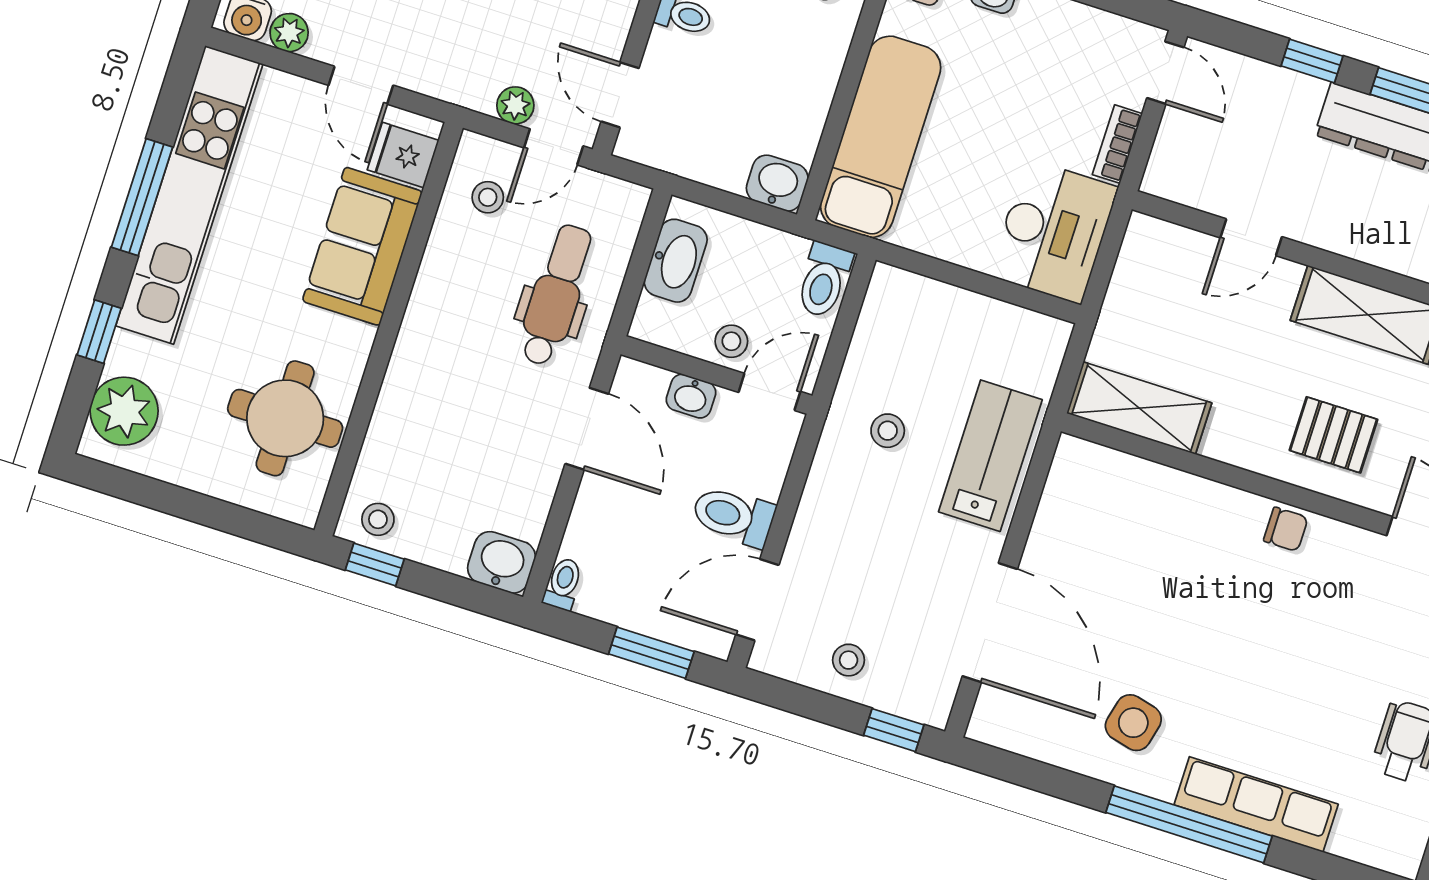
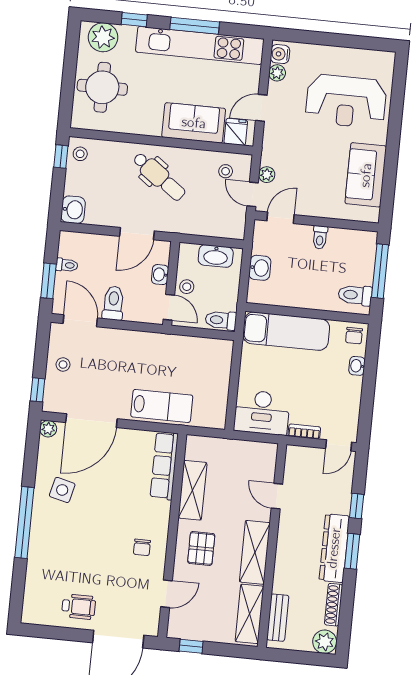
washbasin: (777, 183) -> (260, 268), moved
dental chair: (556, 295) -> (159, 177), moved, turned 36
shelving: (1139, 408) -> (193, 490), moved
round table: (285, 418) -> (102, 87), moved
stool: (888, 431) -> (163, 360), removed
chair: (1286, 529) -> (142, 547), moved
toilet: (563, 584) -> (67, 265), moved
plant: (987, 725) -> (48, 429), added
row of seats: (1256, 804) -> (164, 466), moved, turned 180

